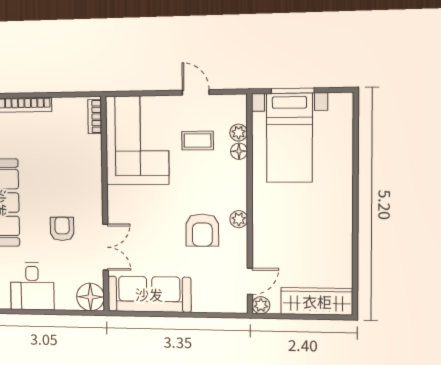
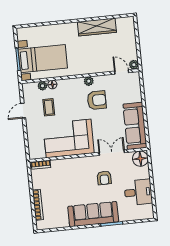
corner sofa: (137, 140) -> (69, 138), moved
armchair: (62, 229) -> (104, 178), turned -90
wardrobe: (317, 301) -> (97, 27), moved, turned -90

